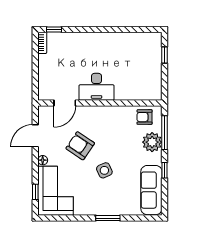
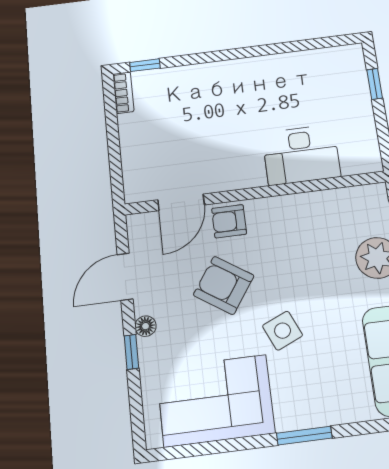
desk: (96, 87) -> (301, 155), moved
armchair: (145, 117) -> (229, 221), moved
corner sofa: (56, 191) -> (215, 401), moved, turned -90
window: (35, 192) -> (131, 352), moved

